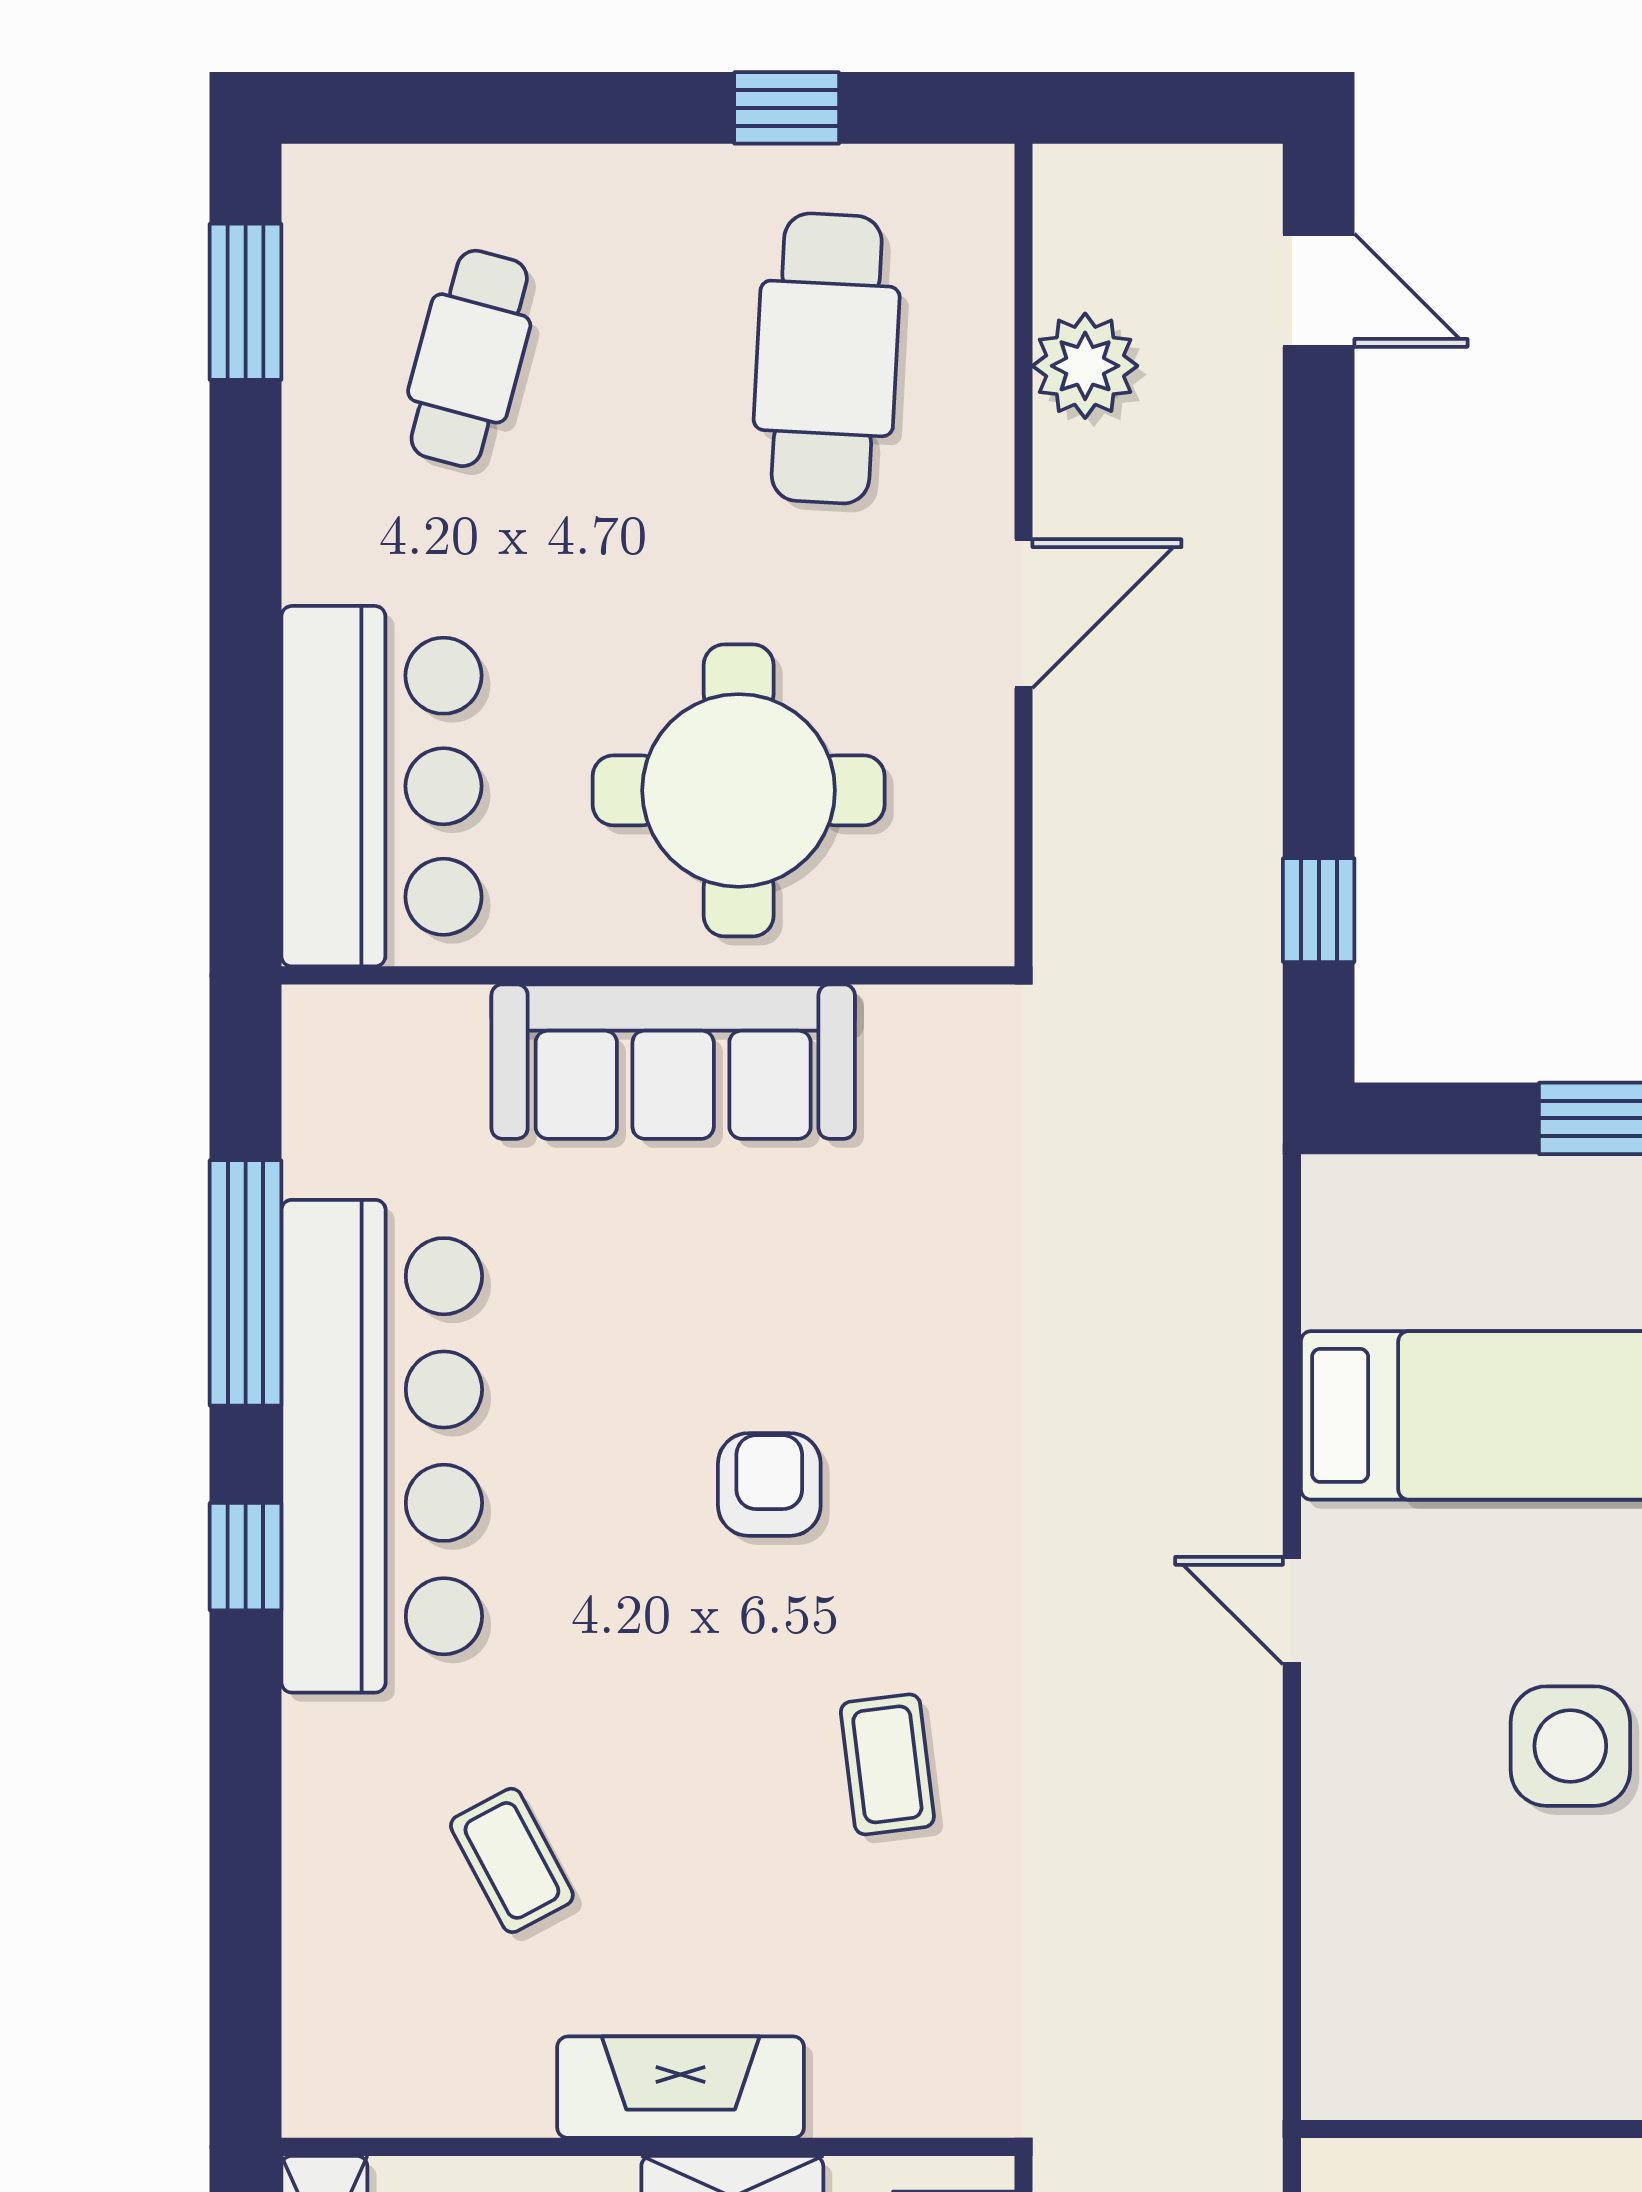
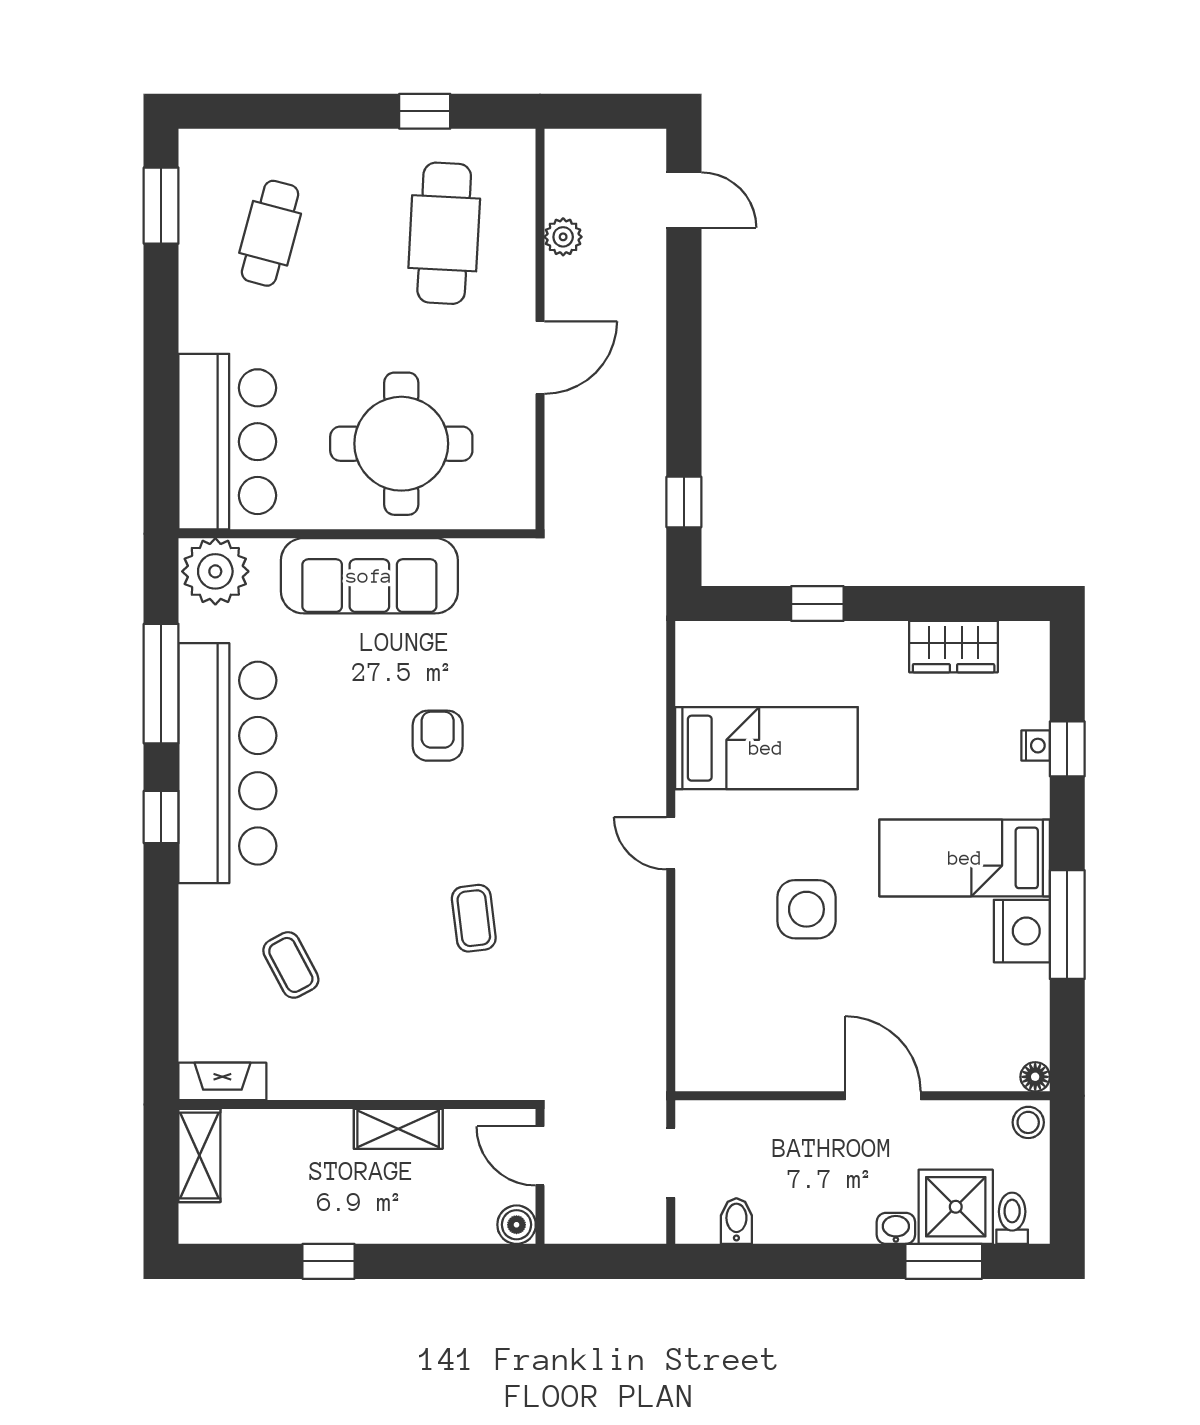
plant: (1085, 366) -> (563, 237), width x0.73, depth x0.73
plant: (357, 1053) -> (215, 571), added
armchair: (769, 1484) -> (438, 736), moved
fireplace: (681, 2087) -> (222, 1081), moved, width x0.73, depth x0.76

